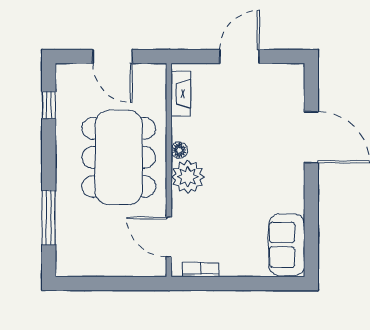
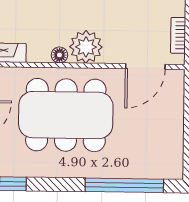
window: (49, 217) -> (124, 185), width x1.46

